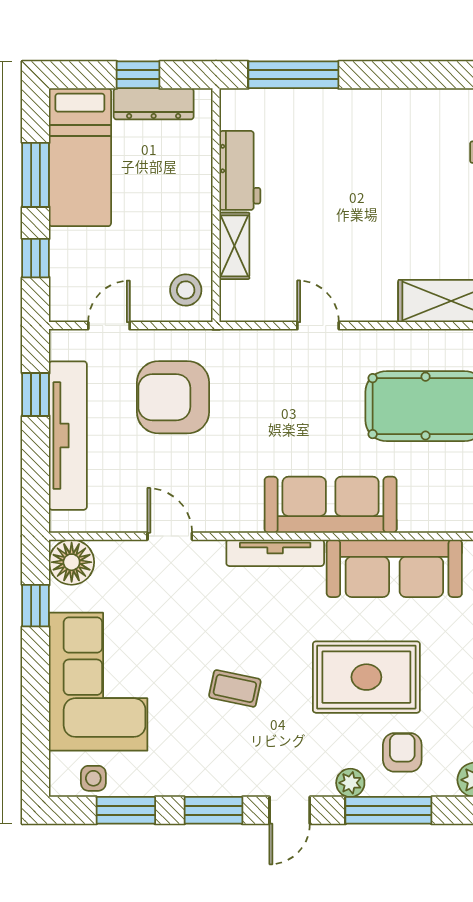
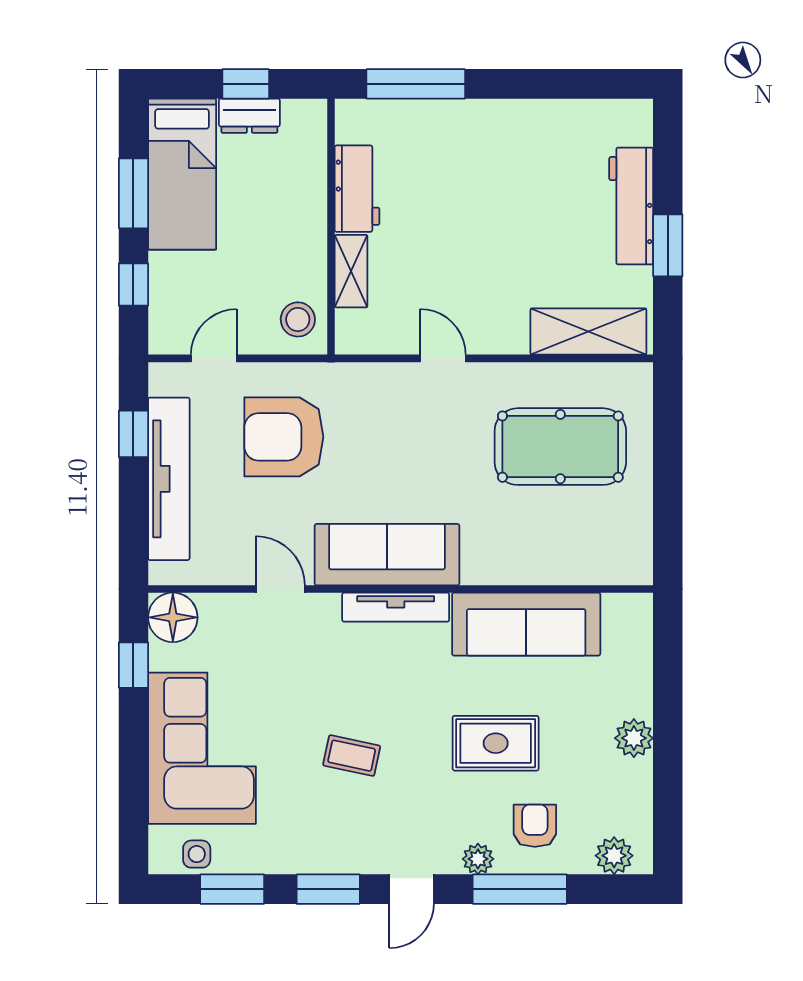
dresser: (154, 104) -> (249, 116), width x0.70
sofa: (331, 505) -> (387, 555), moved
rug: (366, 677) -> (496, 743), width x0.73, depth x0.70

